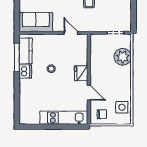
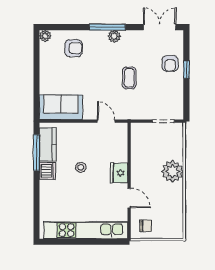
plant: (123, 57) -> (173, 171), moved
side table: (122, 107) -> (172, 217), removed
kitchen unit: (64, 118) -> (86, 230), width x1.36

